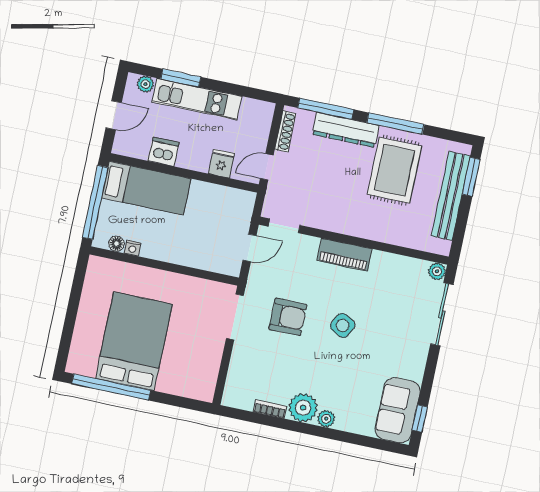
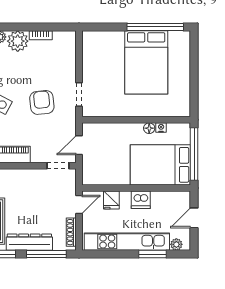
kitchen unit: (197, 99) -> (127, 242), width x1.36
dishwasher: (164, 152) -> (141, 200), moved
bed: (146, 188) -> (160, 165), width x1.50
floor lamp: (117, 244) -> (149, 128), moved
doorway: (235, 317) -> (79, 95), width x0.73
armchair: (288, 317) -> (42, 102), turned 84

